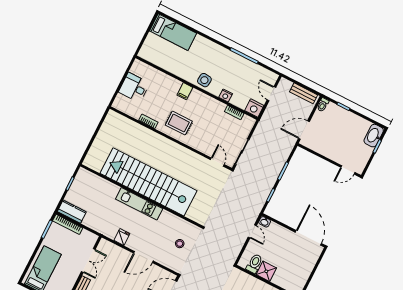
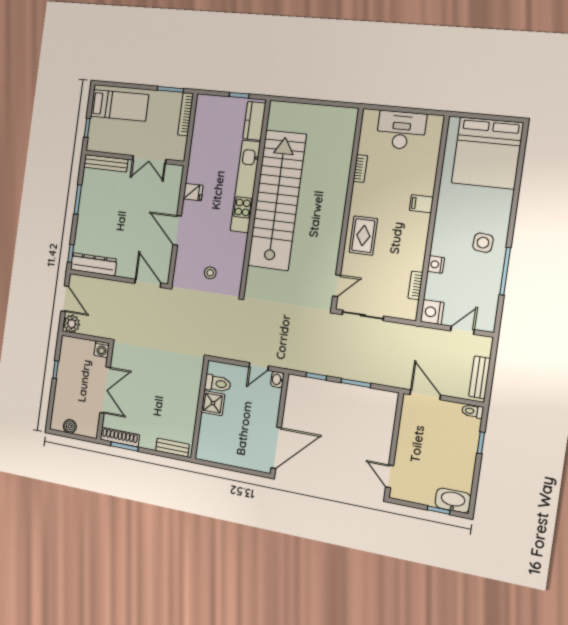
bed: (173, 32) -> (487, 153), width x2.04
side table: (204, 80) -> (483, 243), moved
desk: (134, 88) -> (401, 130), width x1.37
rug: (179, 123) -> (363, 236), moved
kitchen unit: (139, 204) -> (245, 186), width x1.36
kitchen counter: (72, 212) -> (254, 121), moved, turned 180

